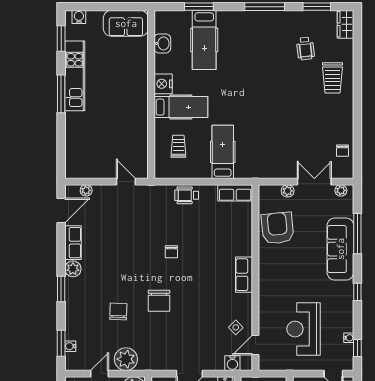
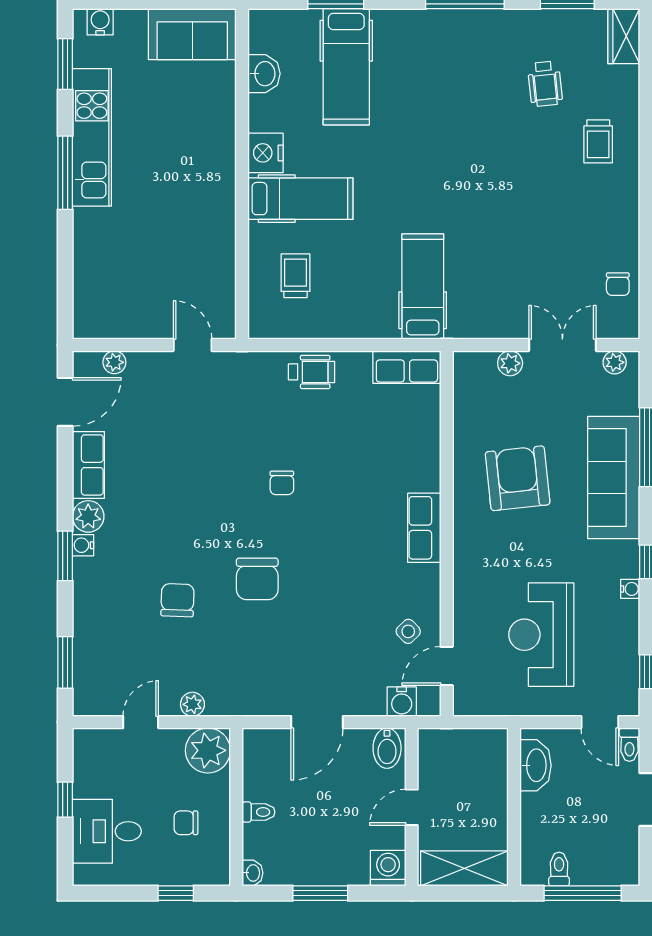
trolley: (333, 78) -> (598, 141), width x0.73, depth x0.72
hospital bed: (223, 152) -> (423, 287), moved
wheelchair: (187, 195) -> (312, 372), turned 180
armchair: (278, 228) -> (518, 478), moved
water cooler: (349, 338) -> (630, 589), moved
water cooler: (70, 346) -> (83, 545), moved
plant: (126, 359) -> (192, 704), width x0.53, depth x0.53

